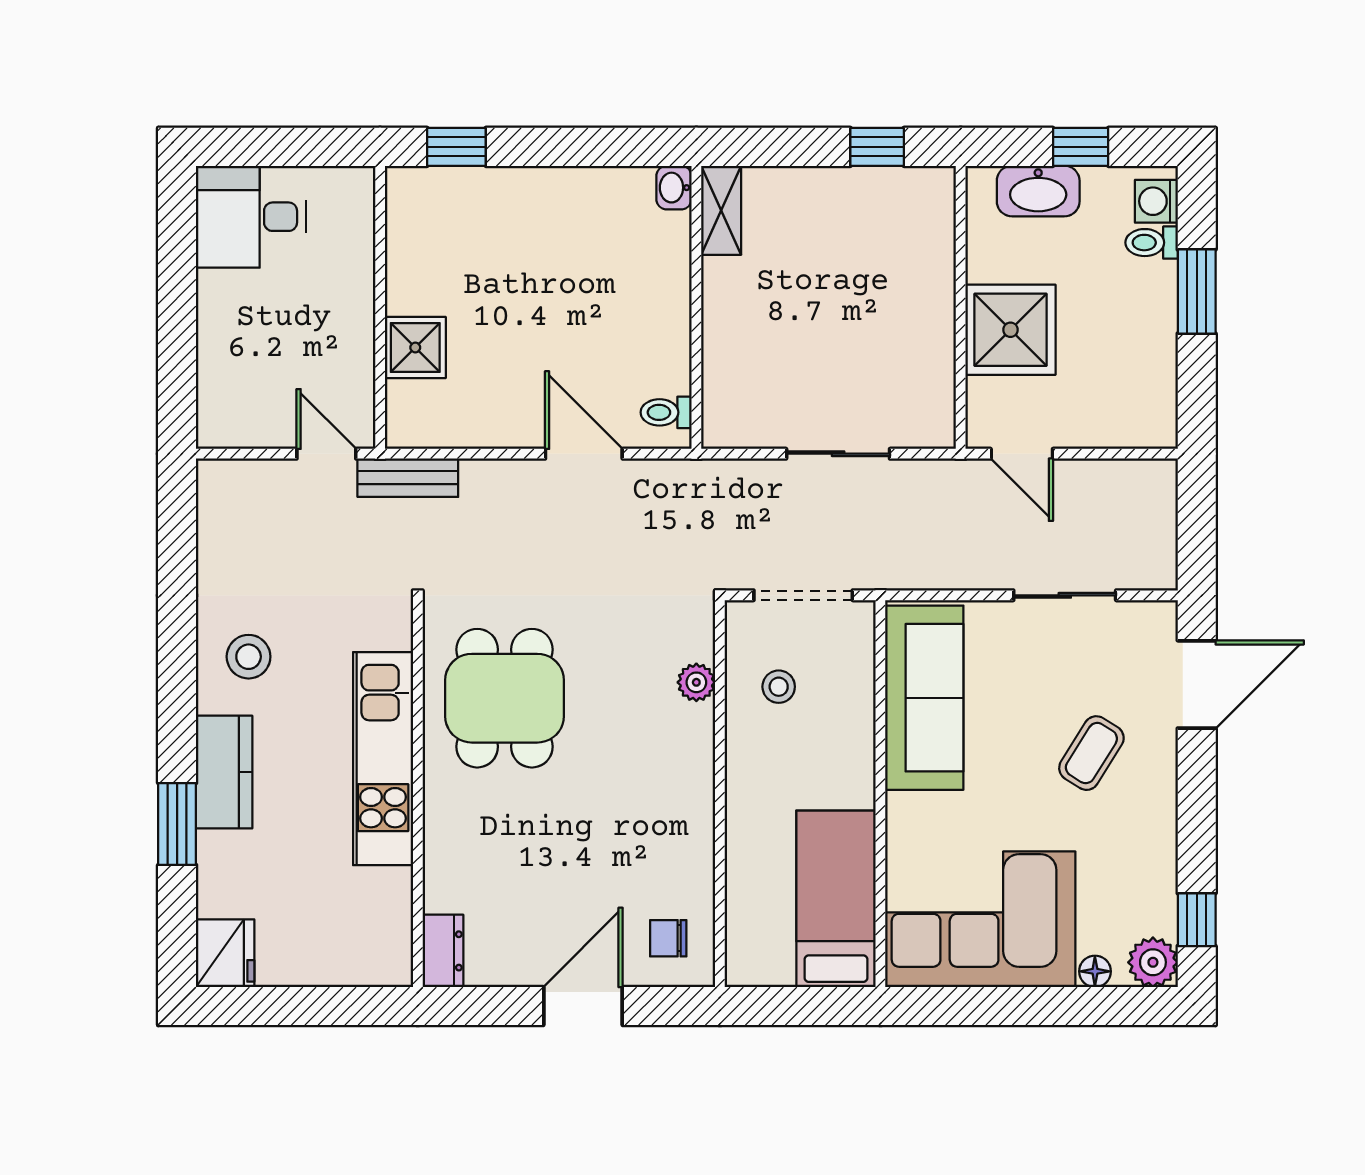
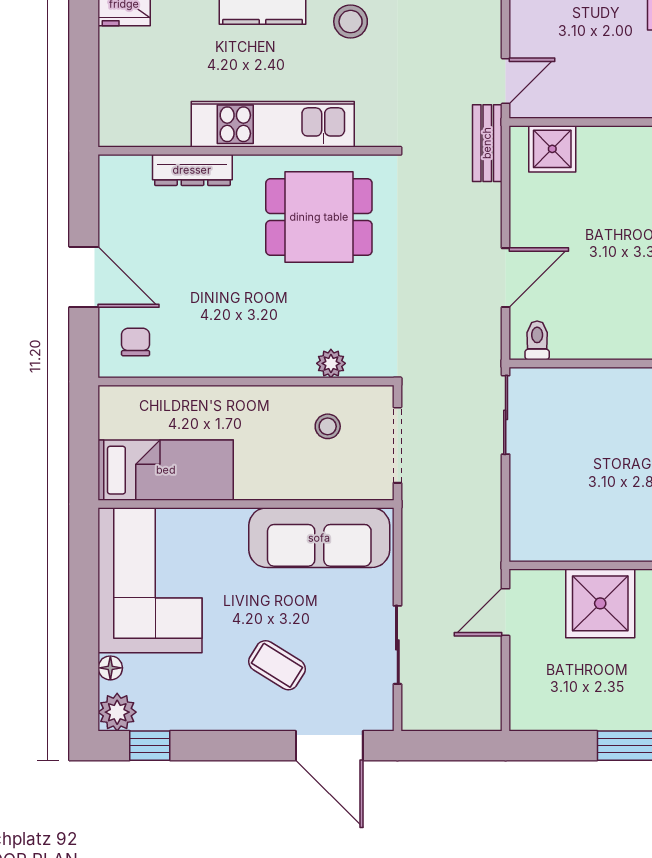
shower: (415, 348) -> (552, 149), moved
sliding door: (838, 454) -> (506, 415), moved
dresser: (443, 951) -> (192, 170), moved, width x1.44

